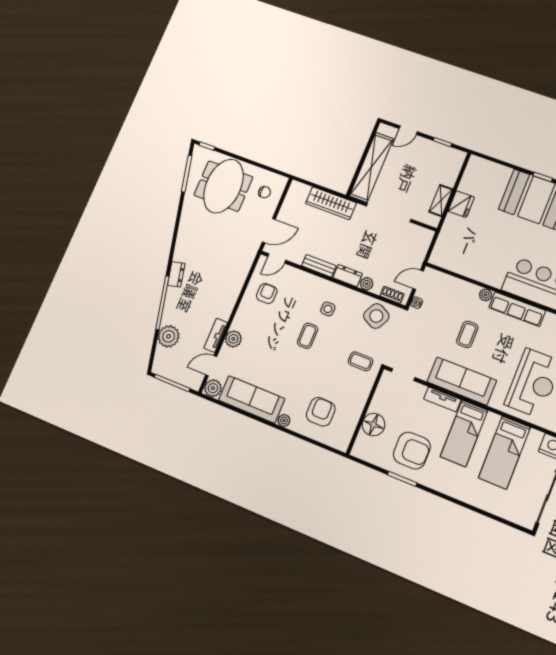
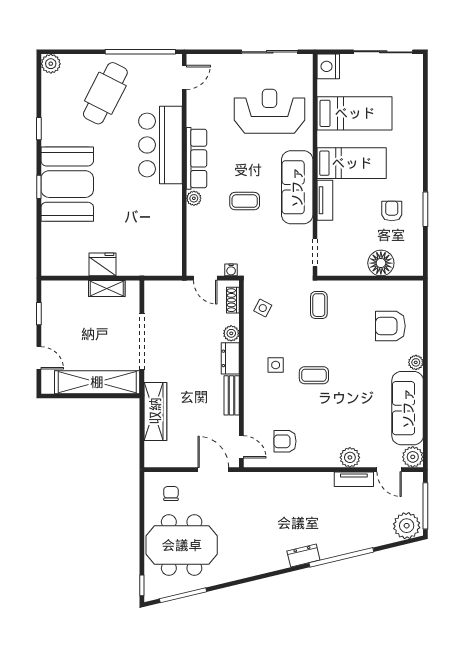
side table: (376, 316) -> (263, 308), width x0.54, depth x0.54
plant: (169, 336) -> (407, 526), moved
armchair: (412, 451) -> (392, 211), width x0.53, depth x0.53

